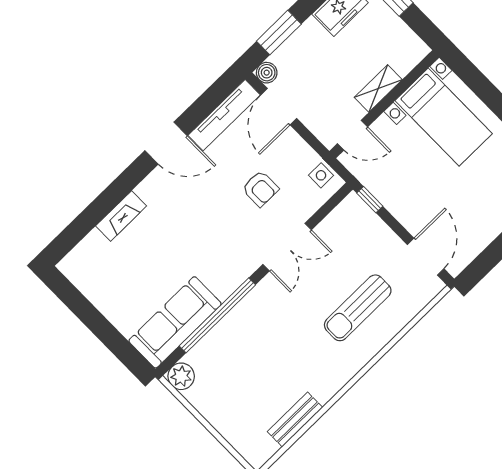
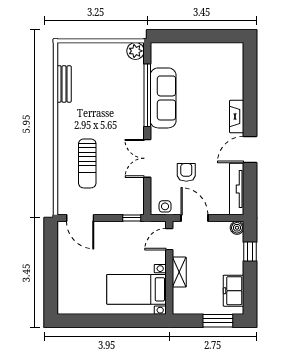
window: (279, 33) -> (250, 251), width x0.67
door: (279, 107) -> (194, 218), moved
armchair: (260, 189) -> (186, 172), turned 90
fireplace: (121, 216) -> (237, 116), moved
sun lounger: (358, 308) -> (87, 163), turned 180
sofa: (175, 322) -> (163, 98), moved

